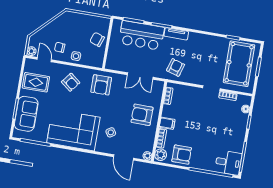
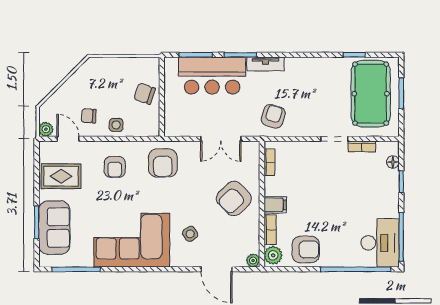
armchair: (71, 82) -> (115, 167), turned 52
armchair: (142, 115) -> (234, 198), turned -45
desk: (228, 163) -> (380, 243), width x1.37

